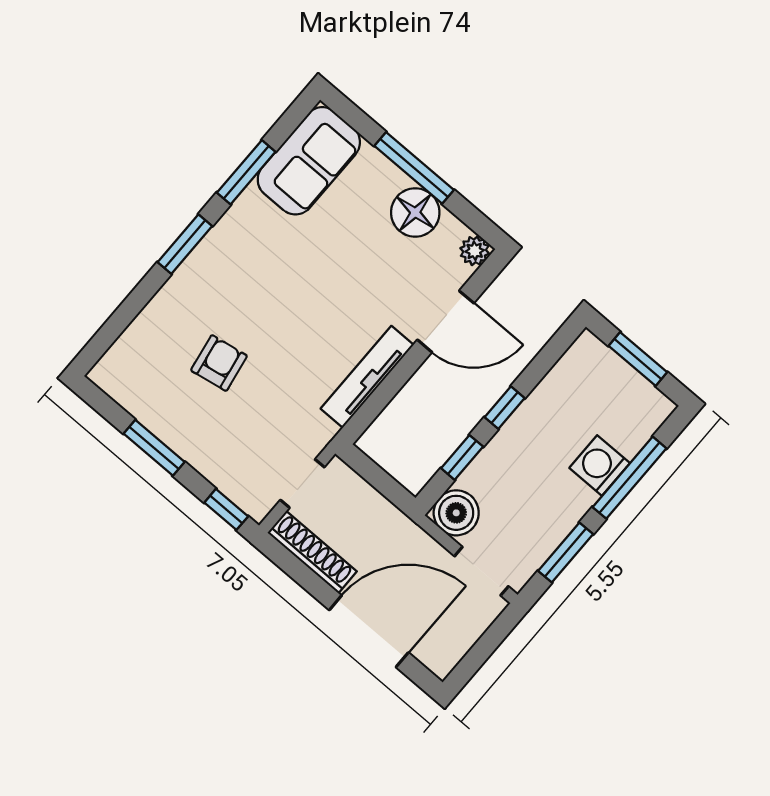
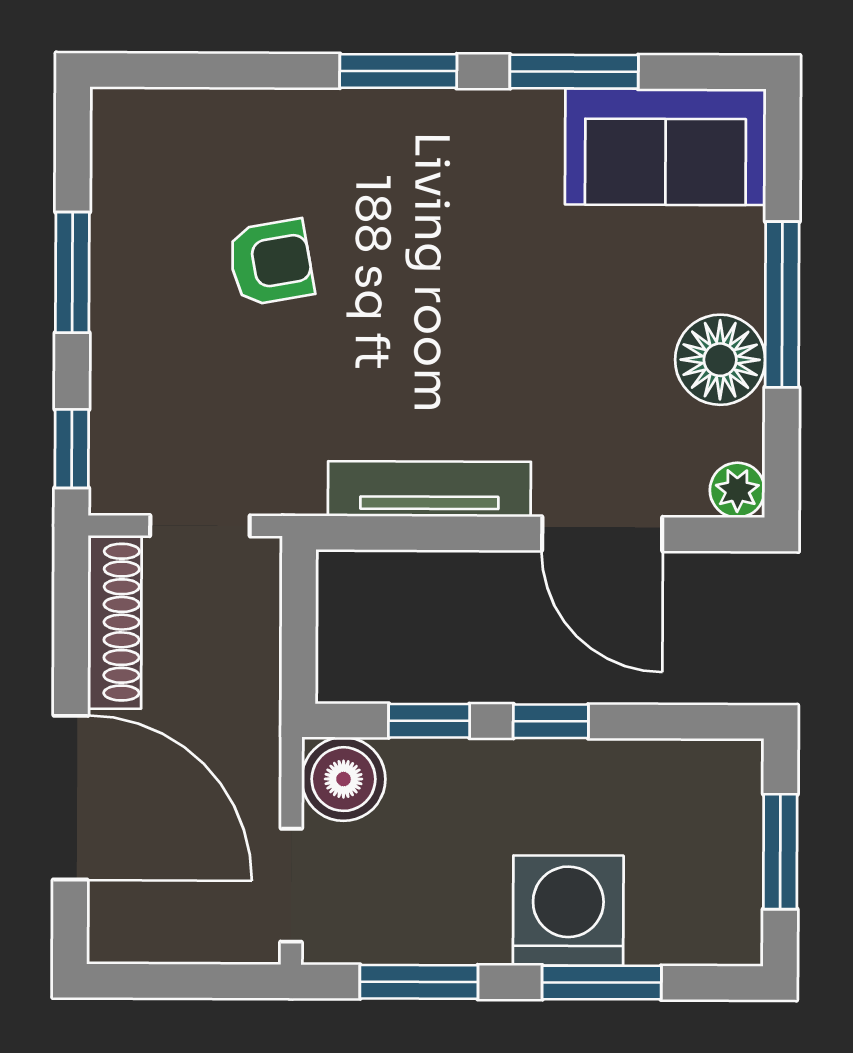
washing machine: (600, 466) -> (568, 911), width x1.37, depth x1.37
window: (629, 478) -> (602, 983), width x0.69

